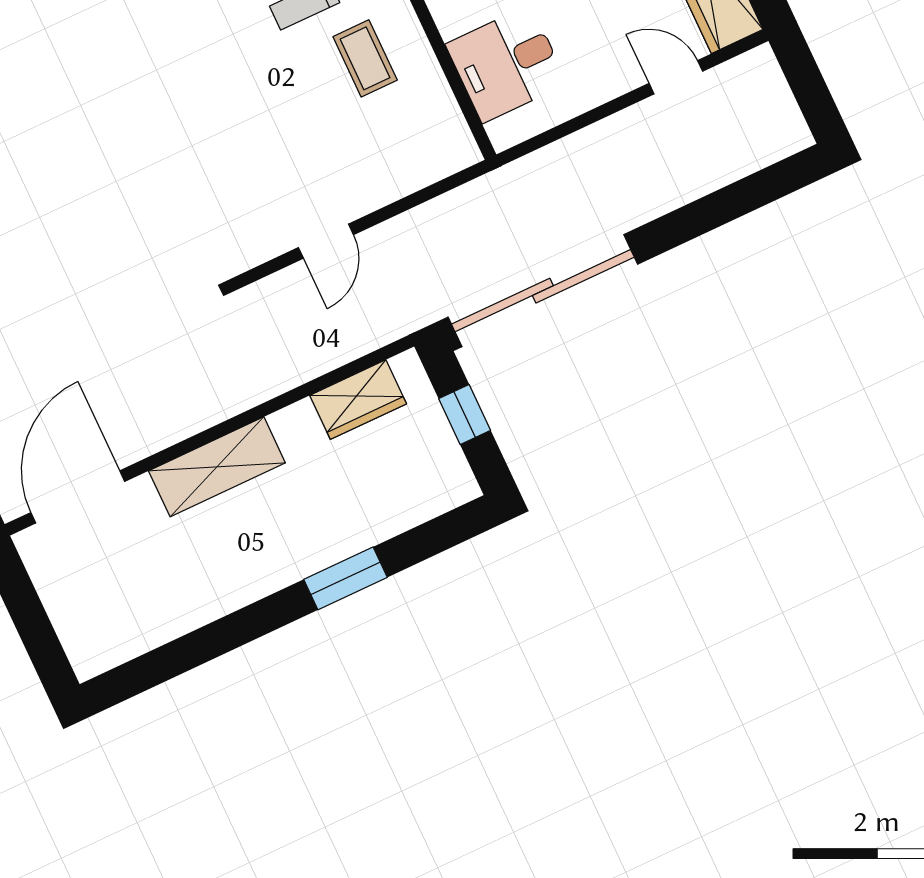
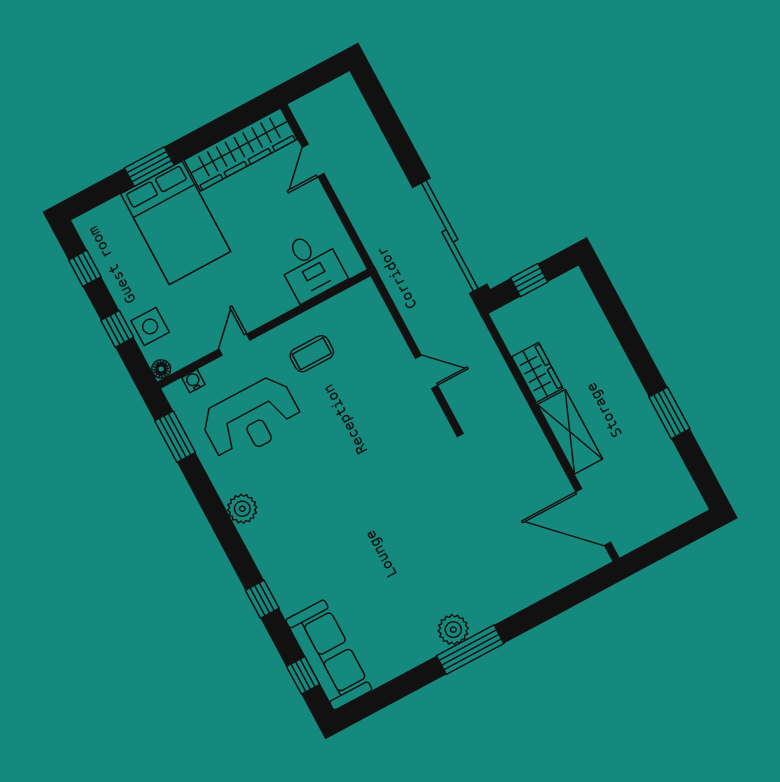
wardrobe: (358, 400) -> (537, 372), moved
window: (345, 578) -> (669, 413), moved

